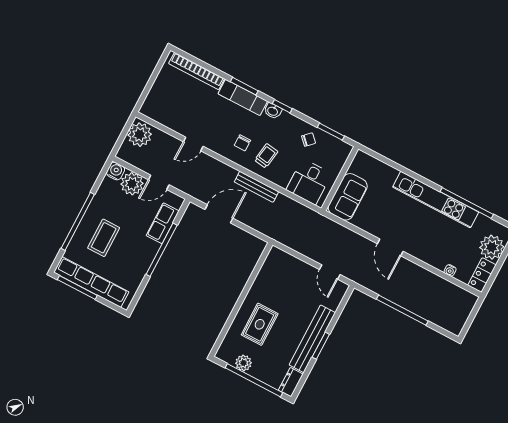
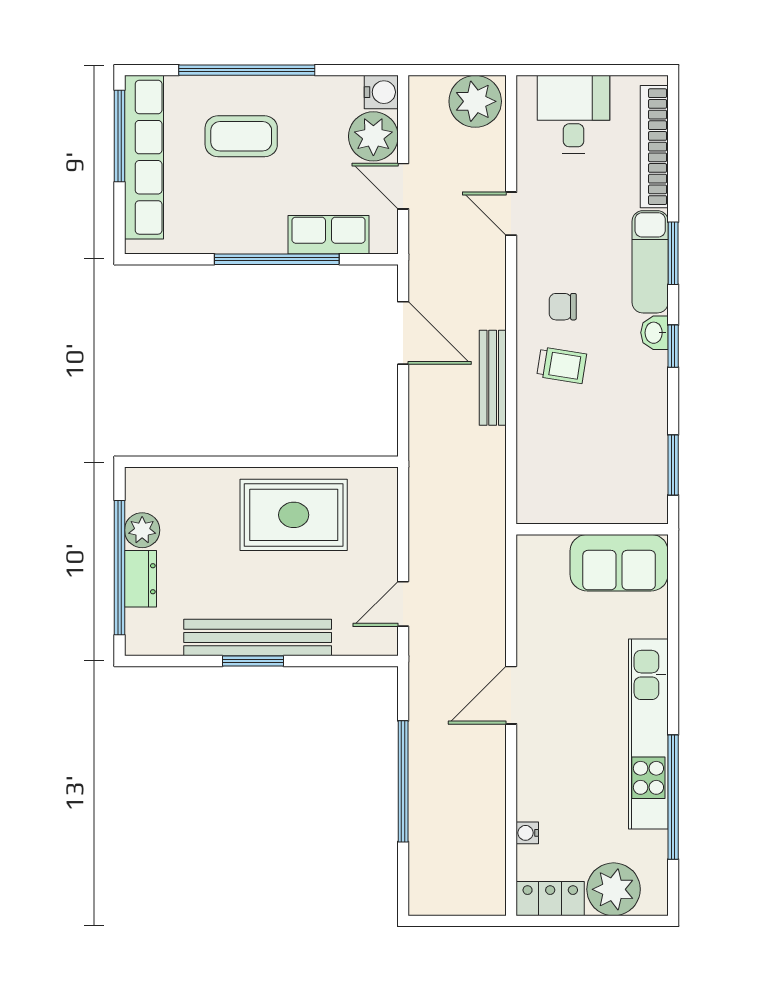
chair: (309, 140) -> (636, 430), removed
desk: (309, 182) -> (574, 114), moved, turned 90
sofa: (348, 197) -> (619, 563), moved
rug: (260, 324) -> (294, 515), moved, width x1.36, depth x1.43
dresser: (291, 382) -> (140, 579), moved, turned 90

